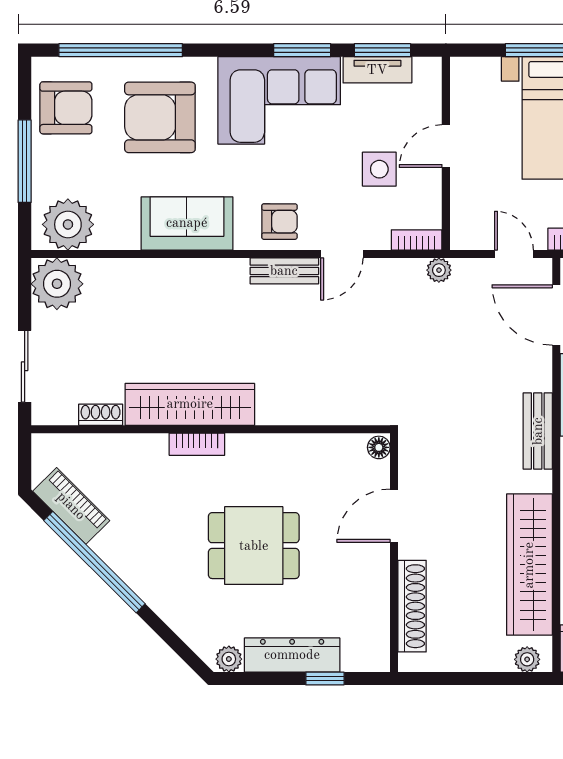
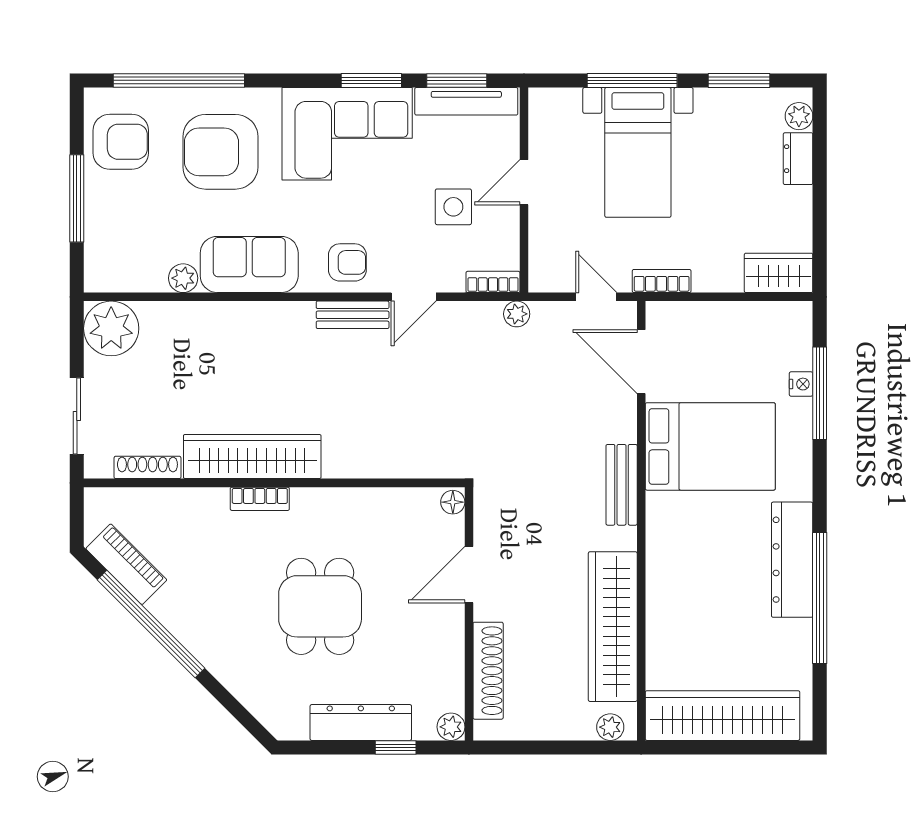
tv unit: (377, 70) -> (466, 101), width x1.41
plant: (68, 224) -> (183, 278), moved, width x0.53, depth x0.53
shoe rack: (101, 415) -> (147, 467), width x1.43
dining table: (254, 546) -> (320, 606), turned 90
plant: (229, 659) -> (451, 727), moved

